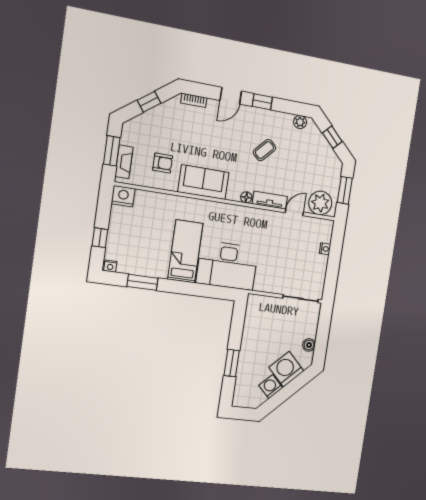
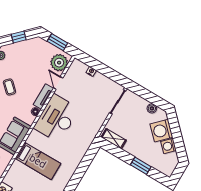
bed: (185, 251) -> (38, 161), moved, turned 180
desk: (227, 265) -> (56, 118), moved, turned 180
shelving: (252, 314) -> (114, 139), added

